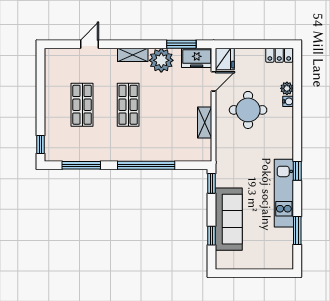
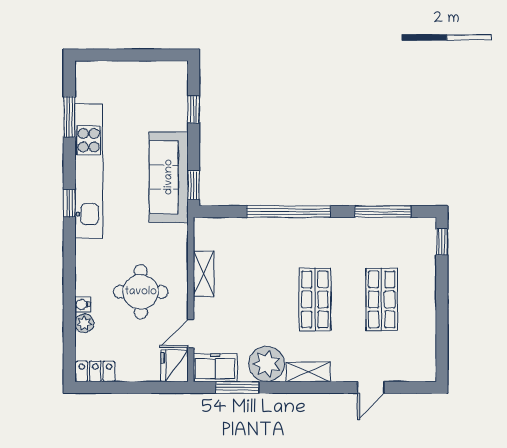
kitchen unit: (284, 193) -> (89, 171), width x1.36
sofa: (229, 219) -> (169, 177), moved

